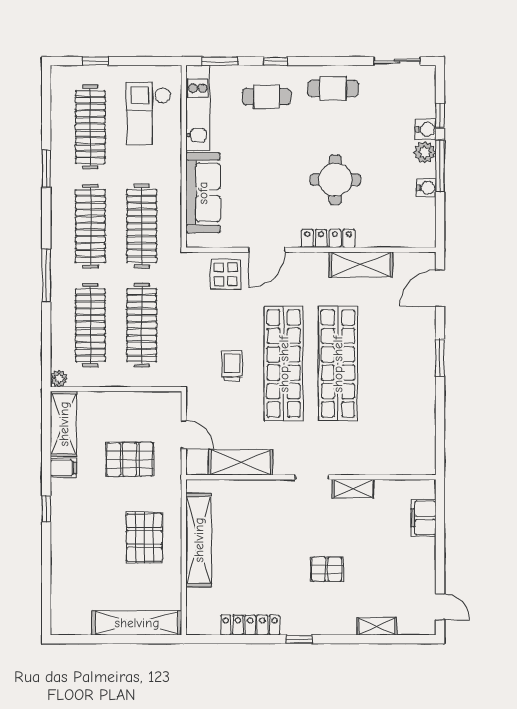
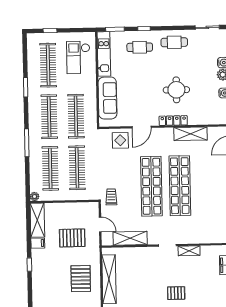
trolley: (232, 366) -> (111, 197), moved

